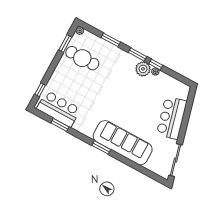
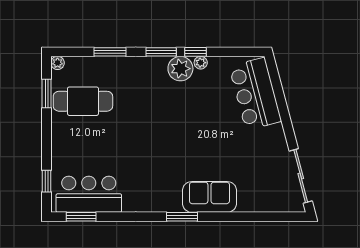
bar counter: (172, 118) -> (255, 94), moved
window: (60, 125) -> (81, 217), moved
sofa: (123, 143) -> (209, 197), width x0.54, depth x0.79

